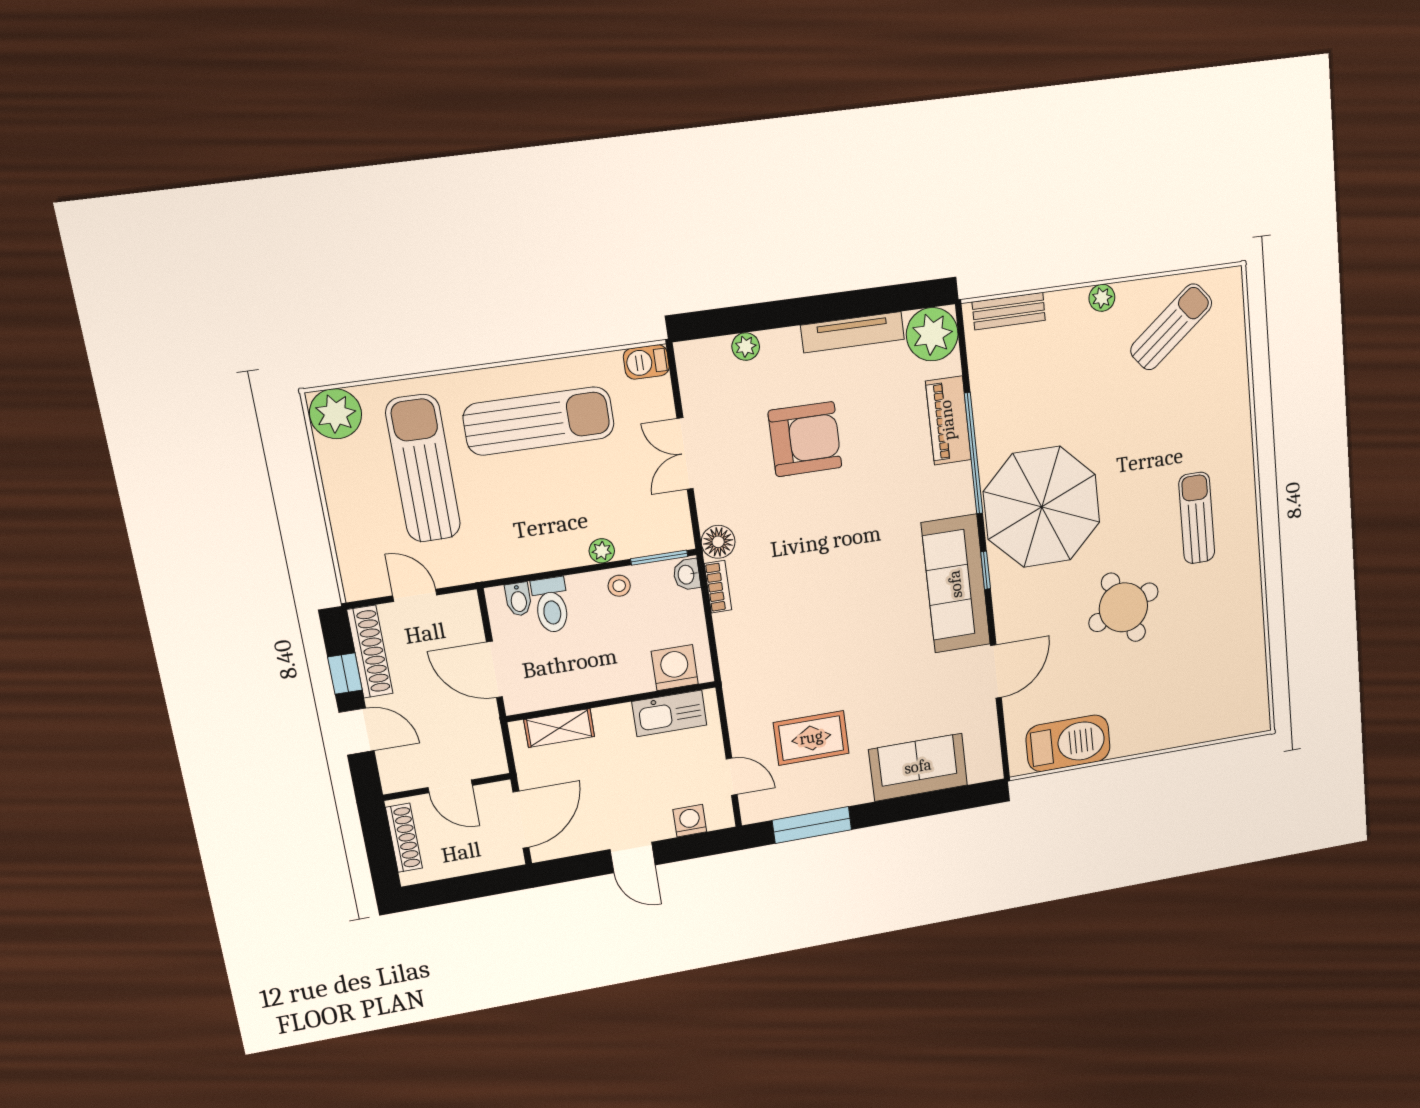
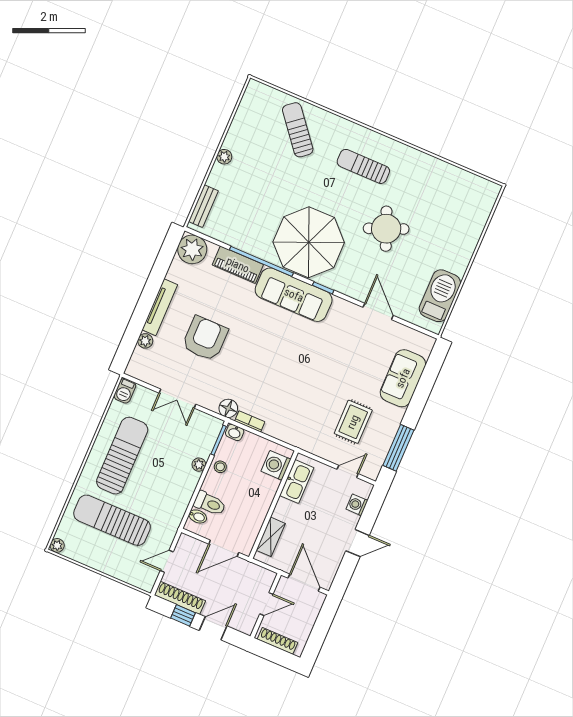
sun lounger: (1171, 327) -> (298, 130), moved
tv unit: (853, 332) -> (160, 307), moved
plant: (336, 414) -> (57, 545), width x0.53, depth x0.53
sofa: (956, 584) -> (294, 295), moved

